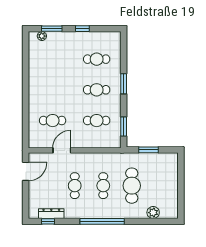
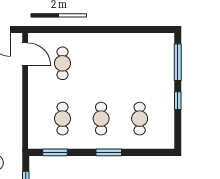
window: (52, 29) -> (178, 62), width x1.44
plant: (42, 36) -> (169, 50), removed
door: (62, 150) -> (25, 54), moved

